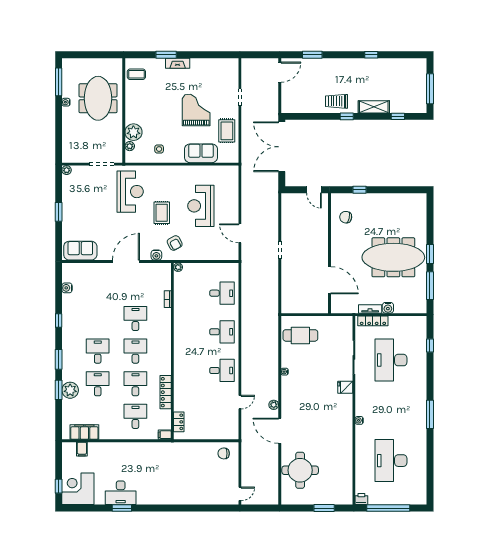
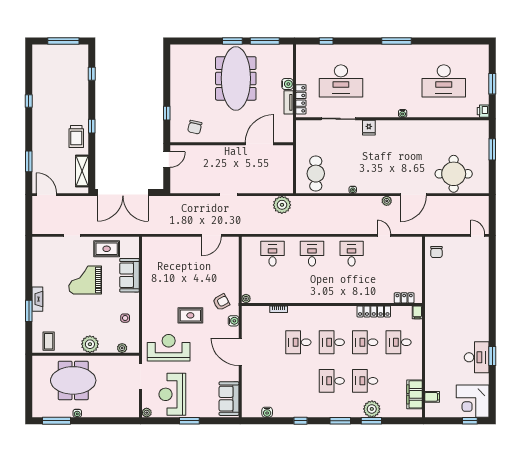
shelving: (374, 107) -> (82, 171), moved
plant: (133, 132) -> (90, 344), moved
reception desk: (201, 206) -> (172, 394), moved, turned 90
plant: (270, 302) -> (282, 205), added
window: (388, 508) -> (492, 84), width x0.47

